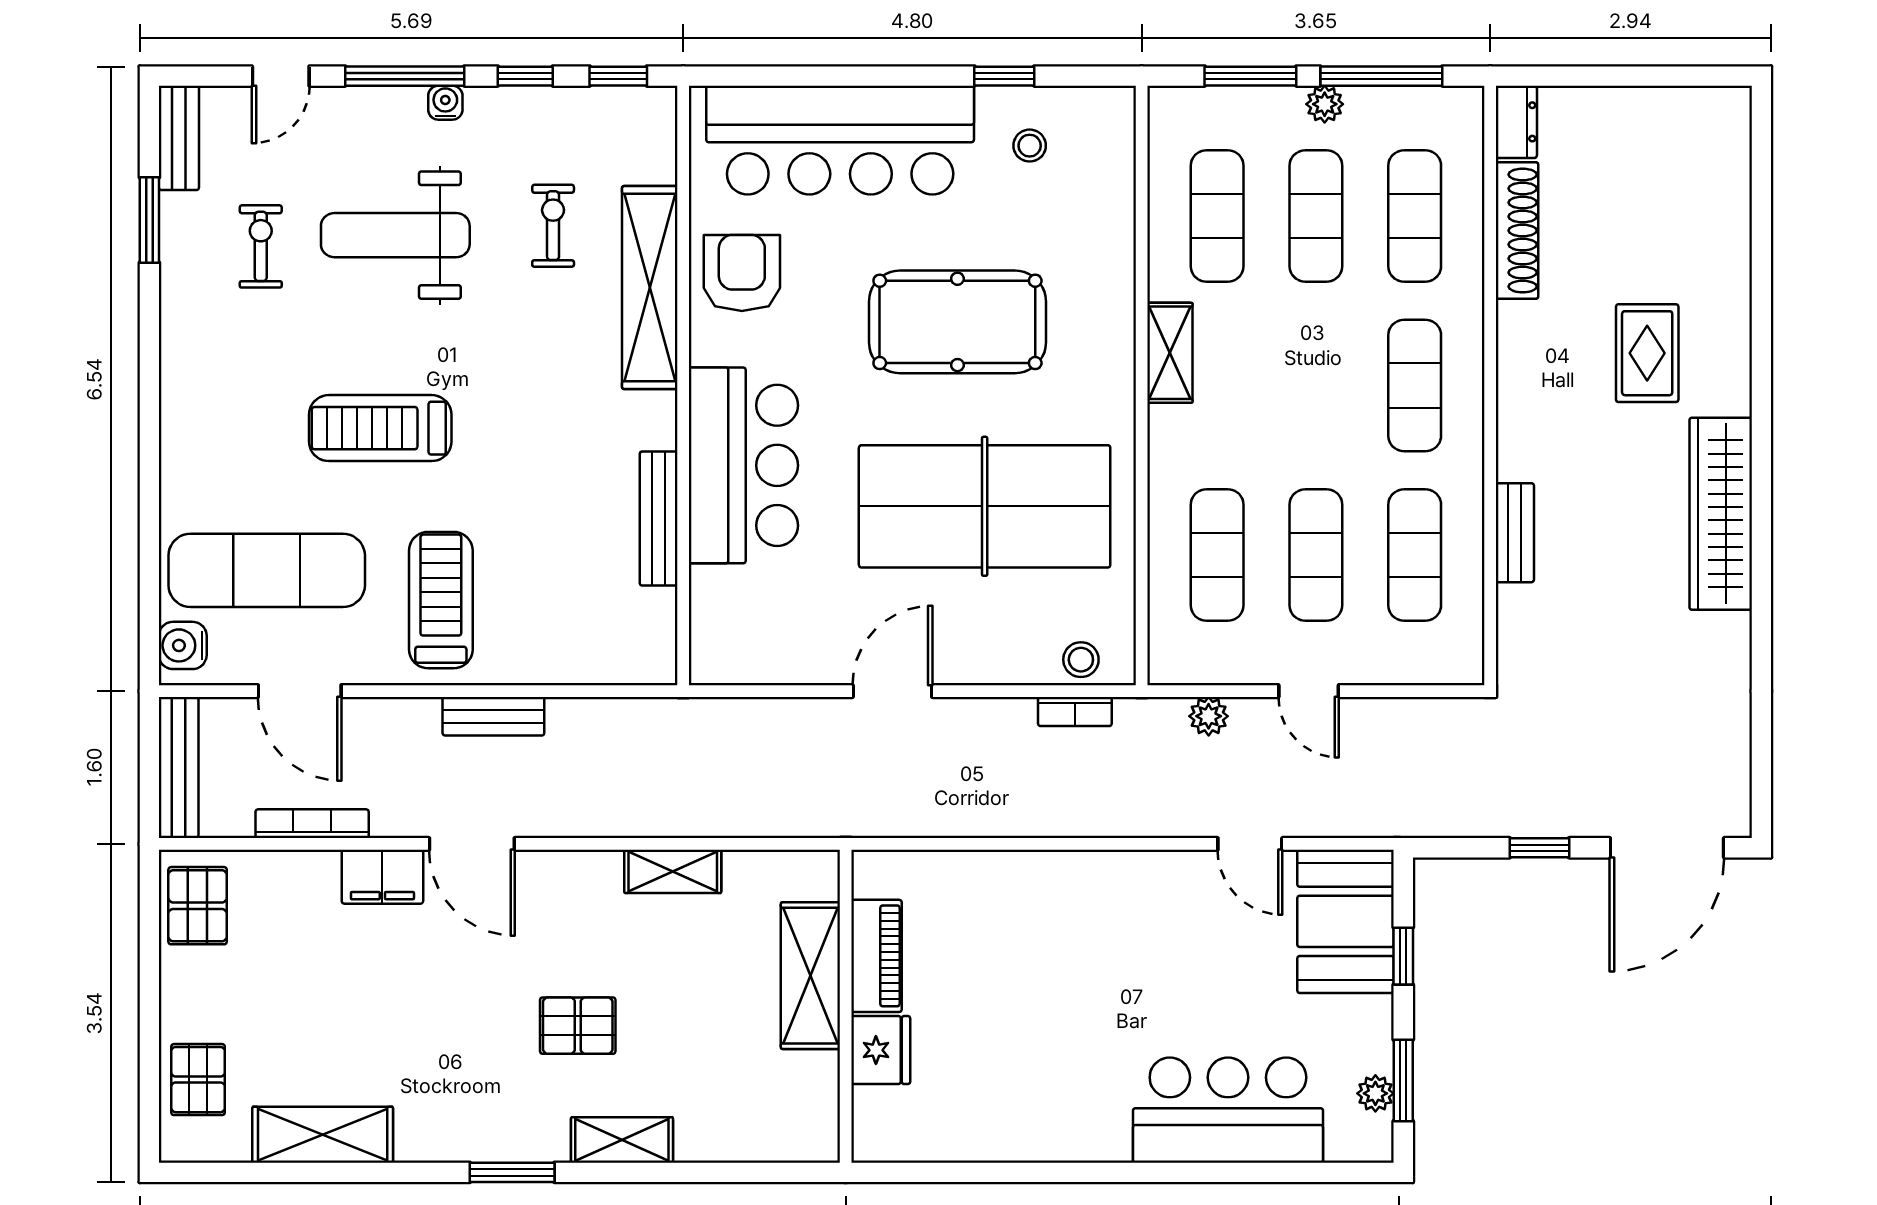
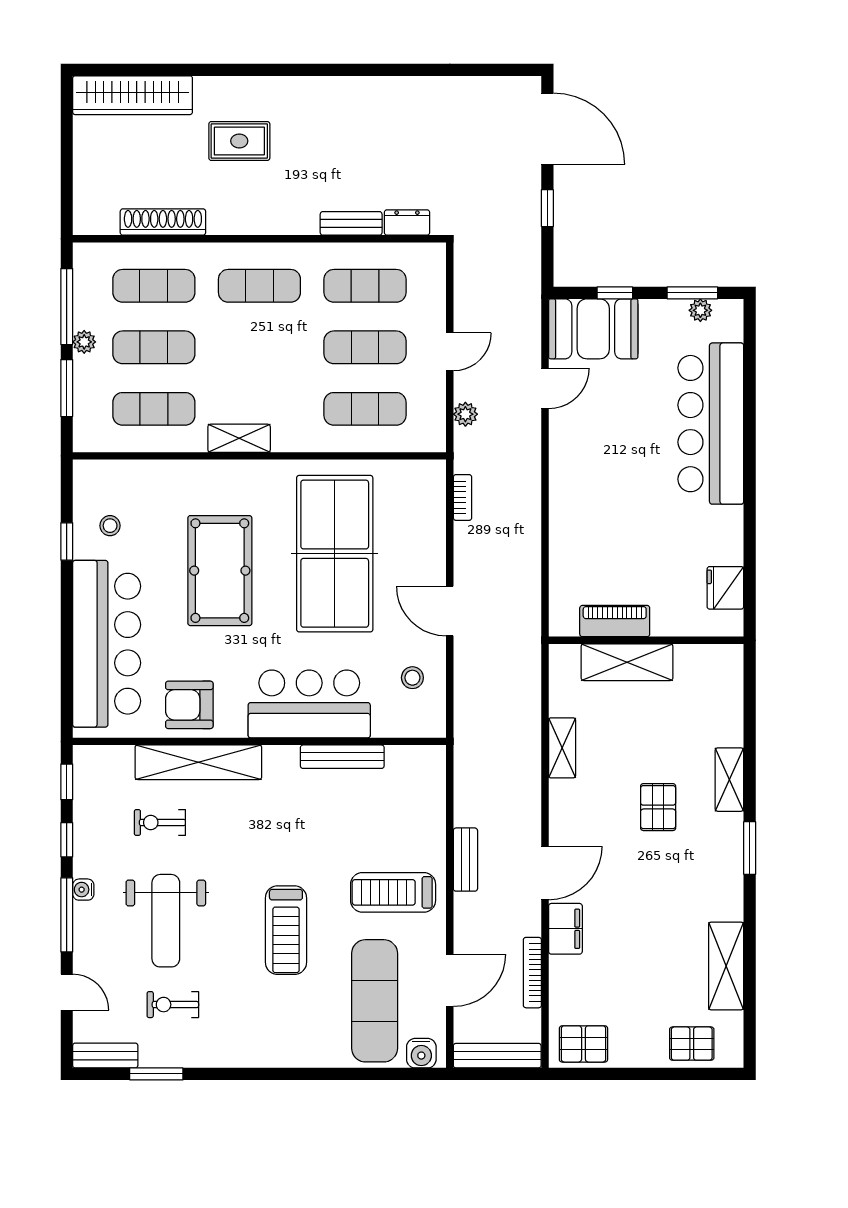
dresser: (1516, 122) -> (407, 222), moved
wardrobe: (1721, 514) -> (133, 95), moved
stool: (1081, 660) -> (412, 678), moved
fridge: (881, 1050) -> (725, 588), moved, turned -90
bar counter: (1228, 1110) -> (711, 424), width x1.36

